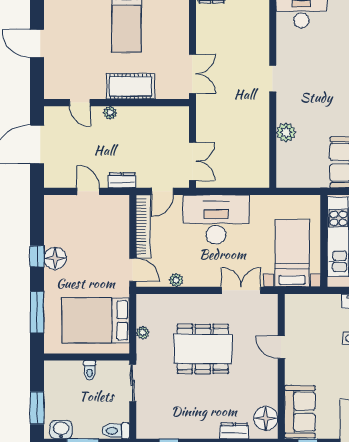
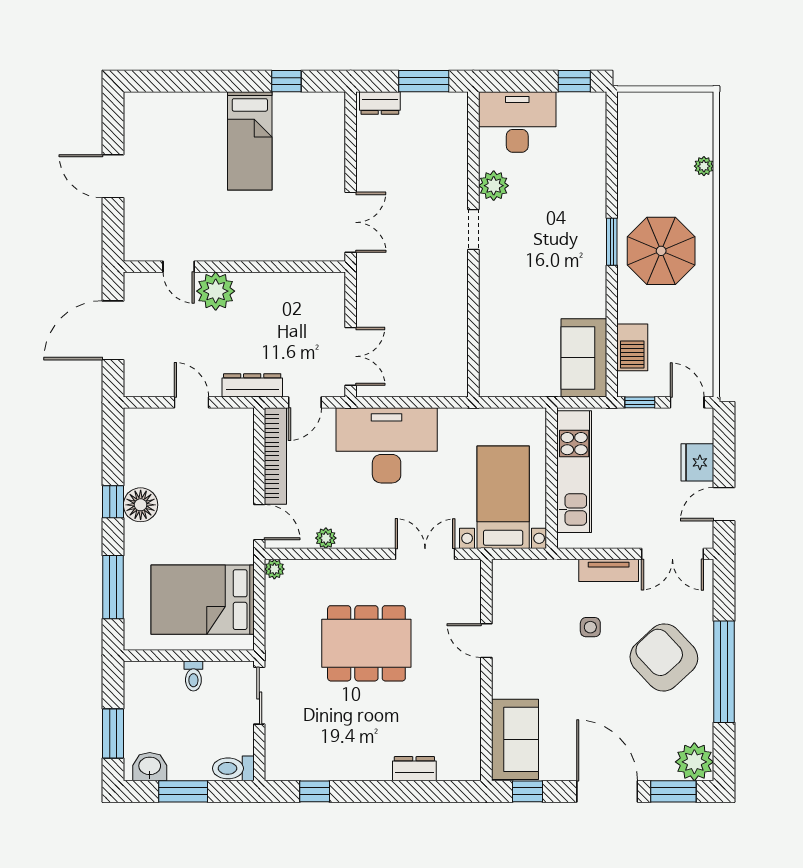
cot: (130, 86) -> (256, 242), removed
plant: (110, 113) -> (216, 291), width x1.88, depth x1.88
plant: (286, 132) -> (494, 186), moved
dresser: (122, 180) -> (252, 385), width x1.44
plant: (143, 333) -> (274, 569), moved
floor lamp: (266, 418) -> (463, 749), removed

